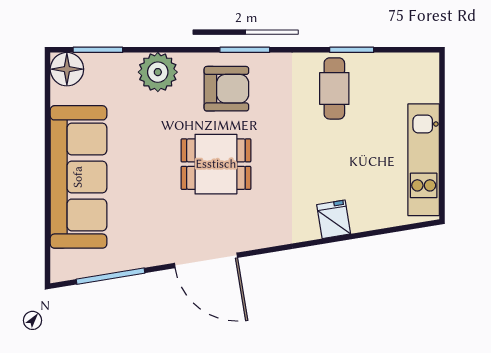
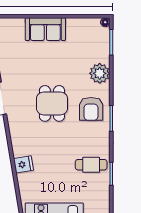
floor lamp: (67, 69) -> (105, 22), width x0.53, depth x0.53
sofa: (78, 177) -> (45, 29), width x0.54, depth x0.79

